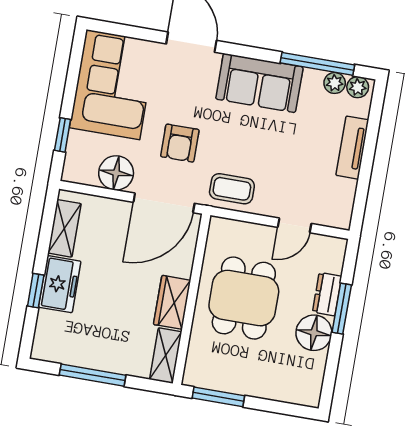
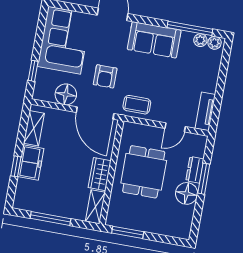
tv unit: (352, 148) -> (205, 111), moved
door: (164, 203) -> (95, 113), hinge flipped

